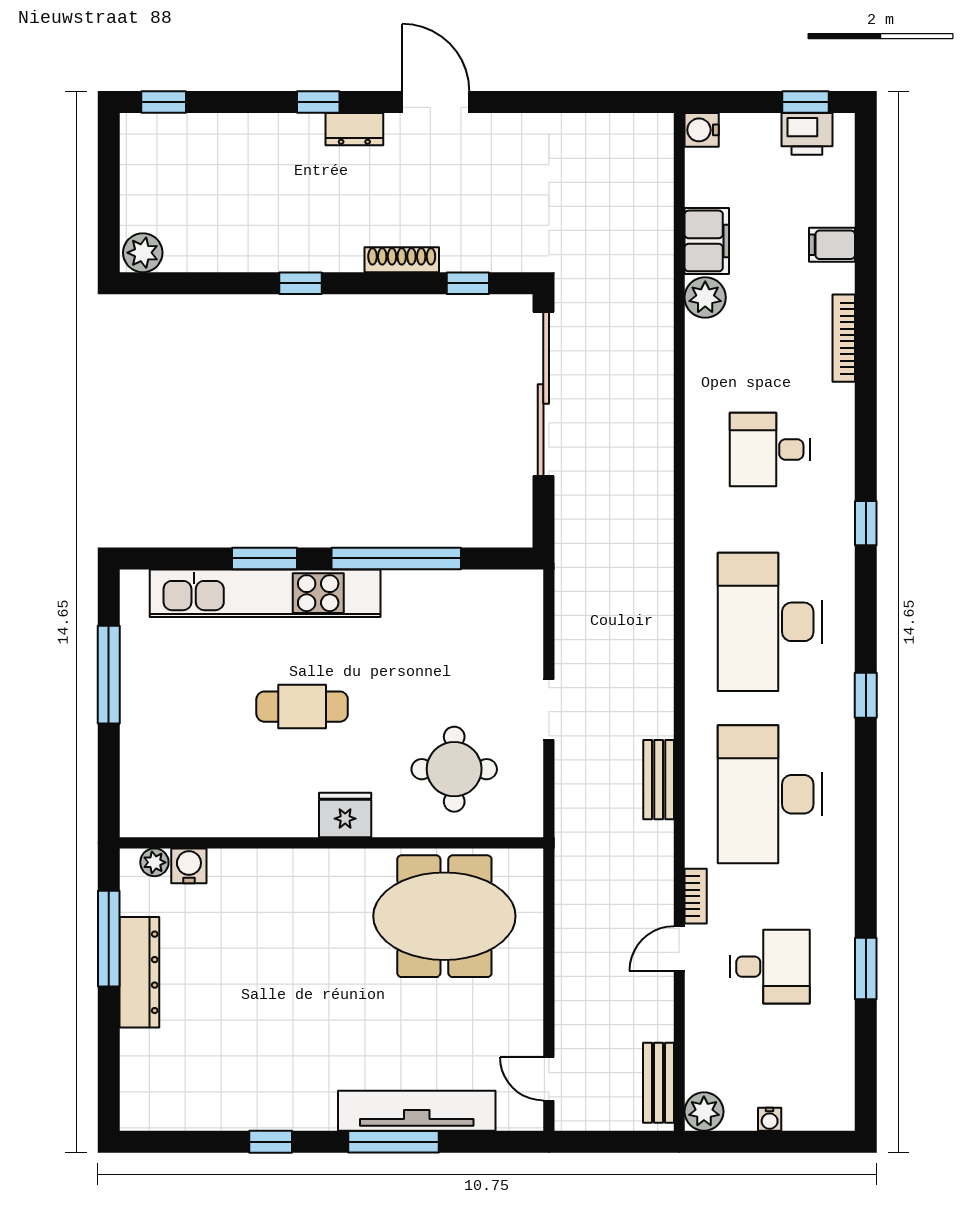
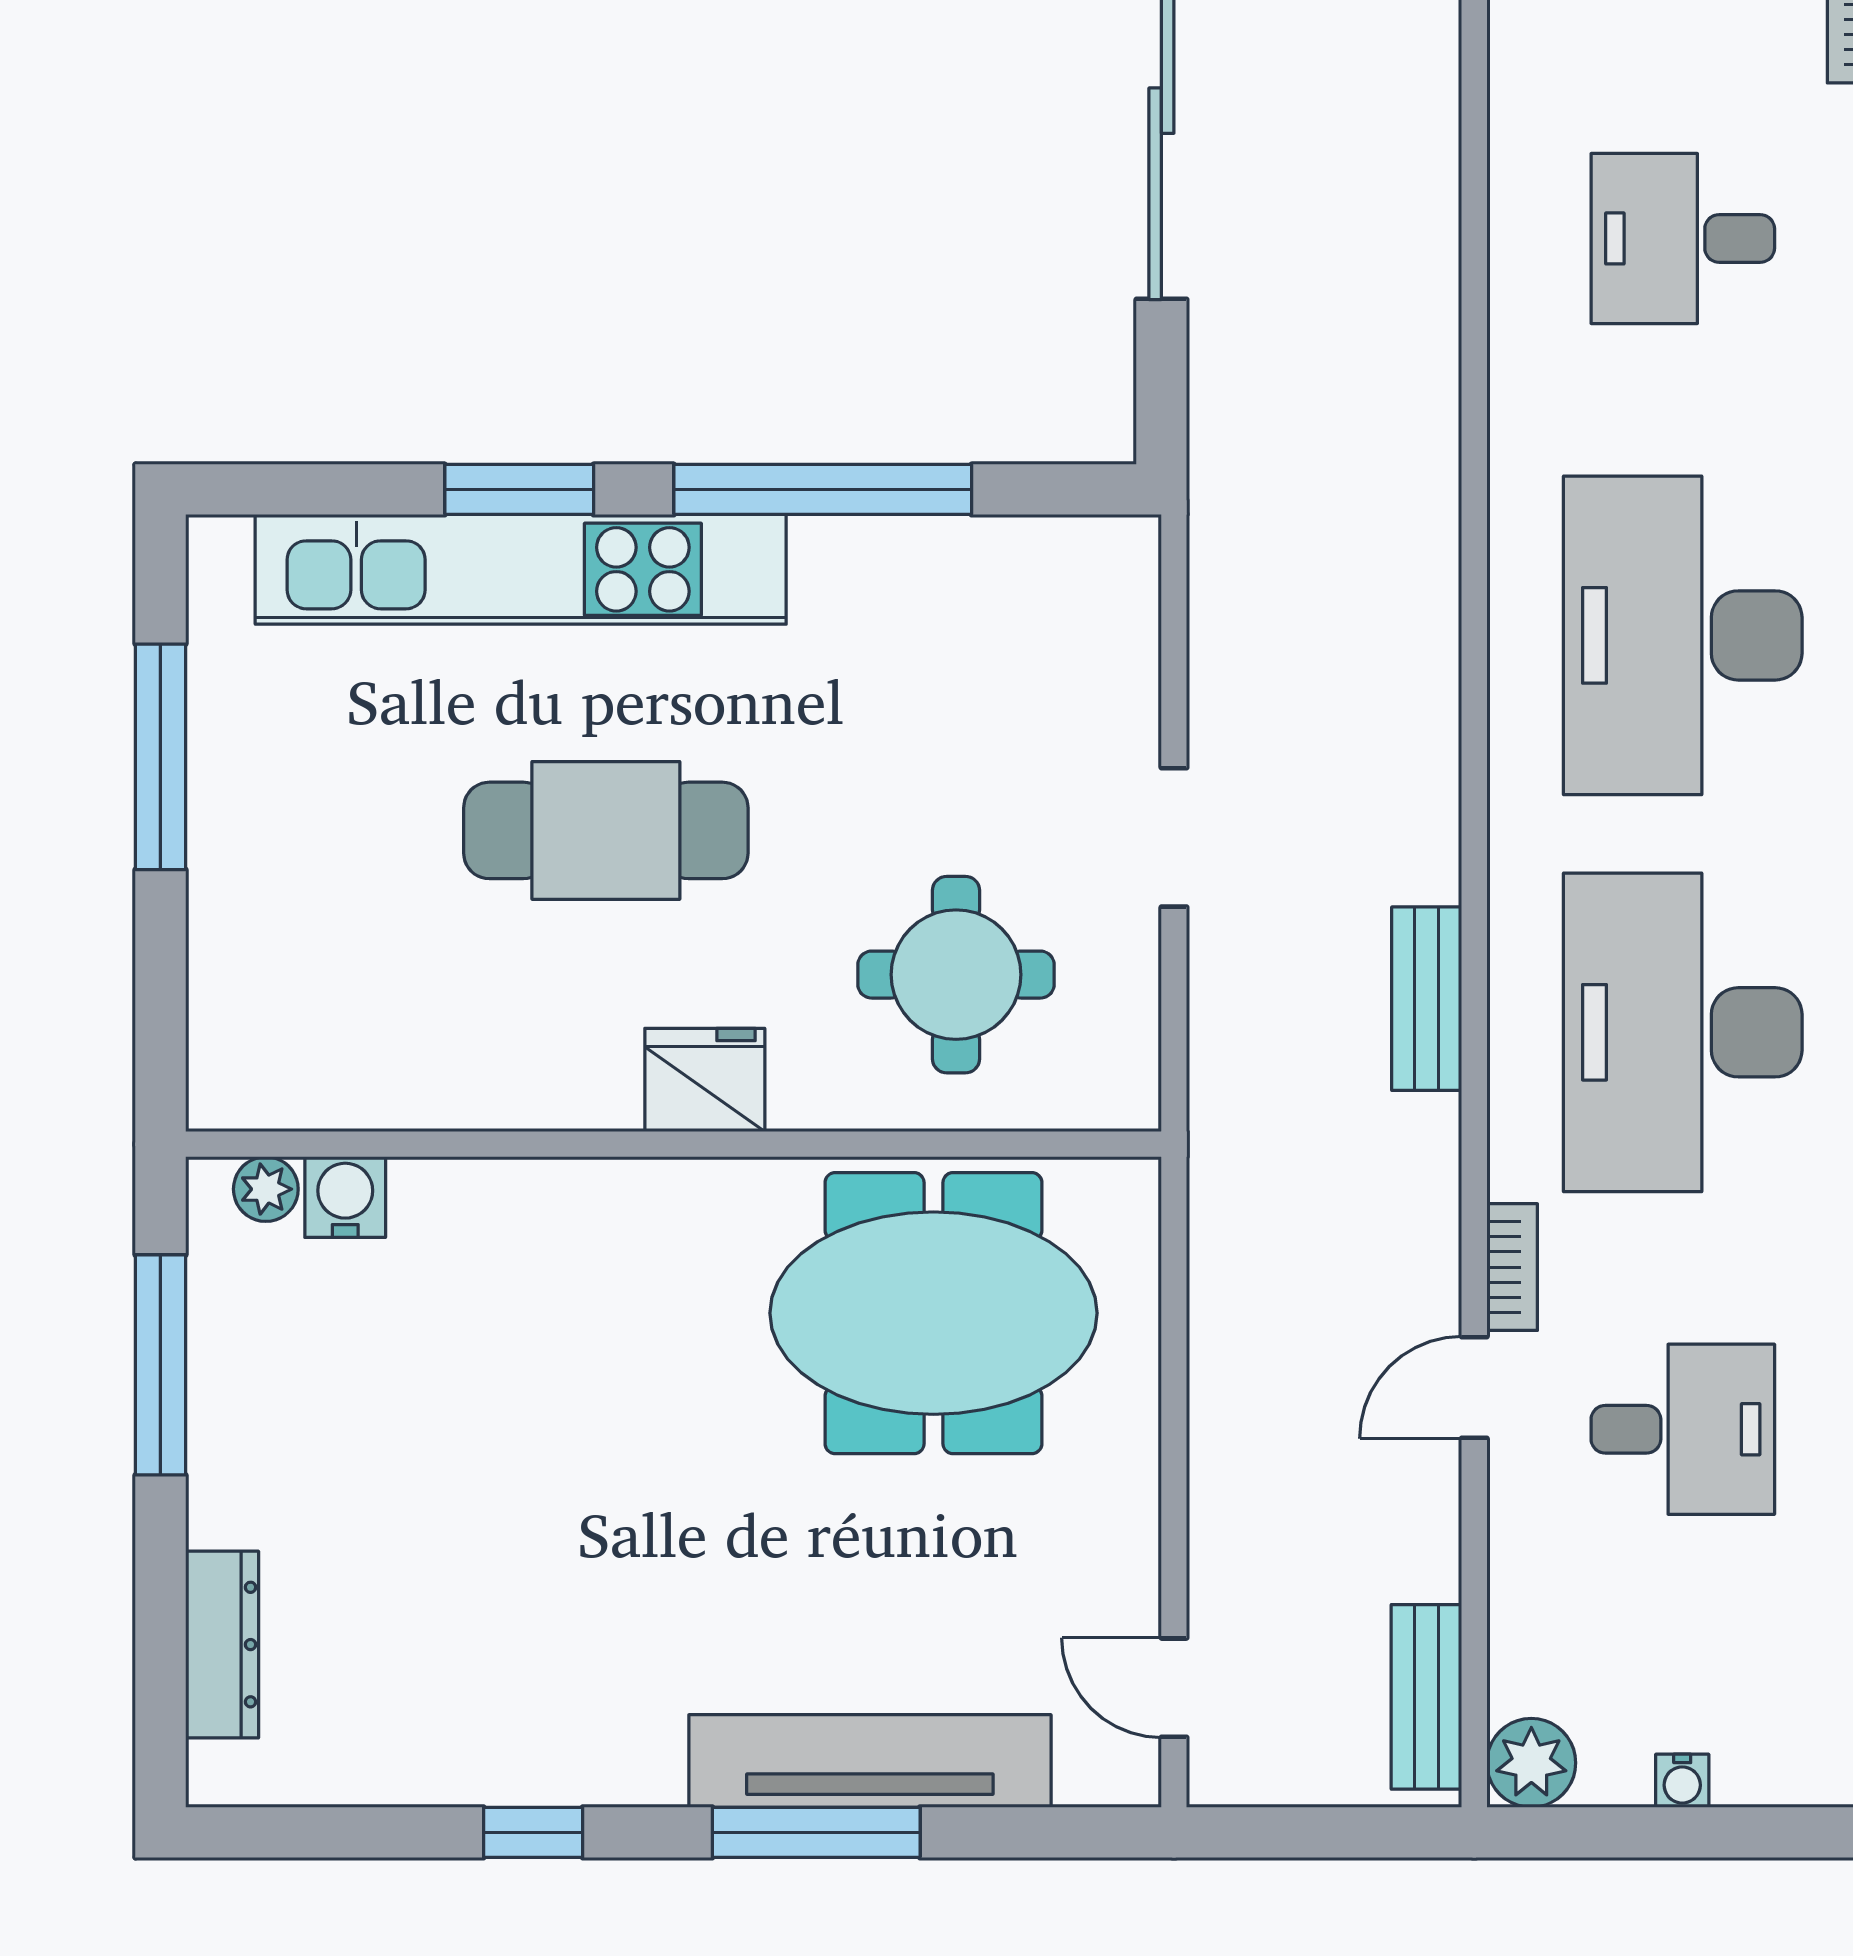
cafe table: (302, 707) -> (606, 830), width x1.37, depth x1.35
dresser: (139, 972) -> (222, 1645), moved, width x0.73, depth x0.80

